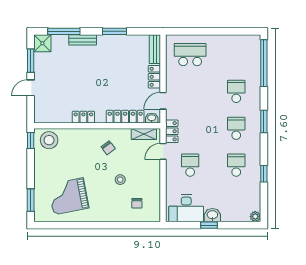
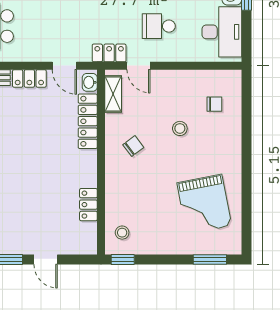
locker: (83, 117) -> (88, 205), moved
stool: (49, 140) -> (122, 233), width x0.53, depth x0.53

